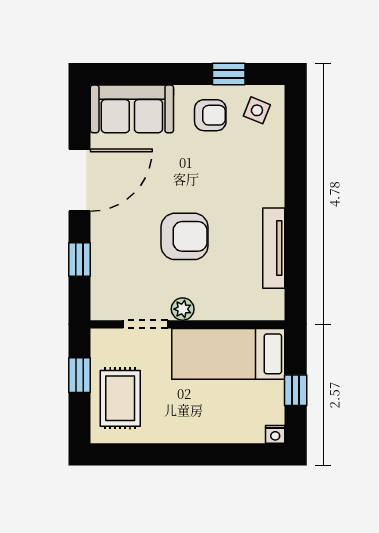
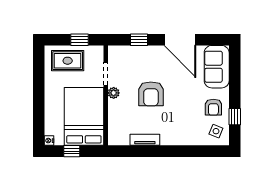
tv unit: (274, 248) -> (145, 140), width x0.71
bed: (228, 354) -> (84, 116), width x1.50

